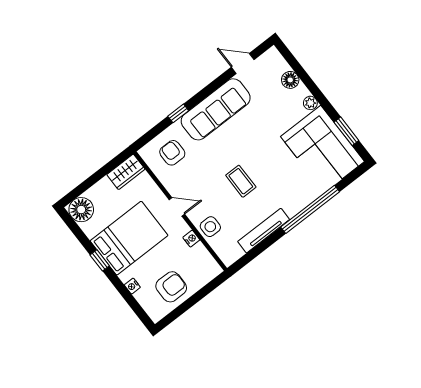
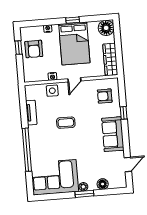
sofa: (216, 109) -> (113, 134), width x0.73
window: (346, 131) -> (84, 194), moved
armchair: (172, 153) -> (105, 96), turned 180
wardrobe: (126, 172) -> (110, 59), width x1.50
tv unit: (264, 231) -> (31, 113), width x0.71
window: (183, 308) -> (18, 48), added

